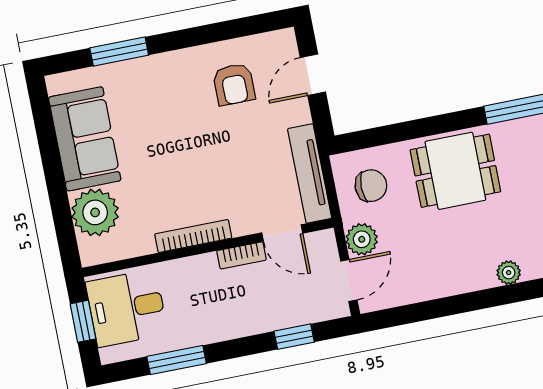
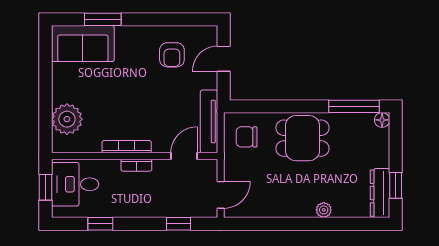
sofa: (85, 139) -> (83, 44), moved, turned 90
chair: (371, 186) -> (247, 137), turned 180
door: (282, 233) -> (184, 156), swing flipped
plant: (362, 239) -> (234, 170), removed
bookcase: (241, 255) -> (136, 165), moved
window: (177, 360) -> (100, 224), width x0.67

